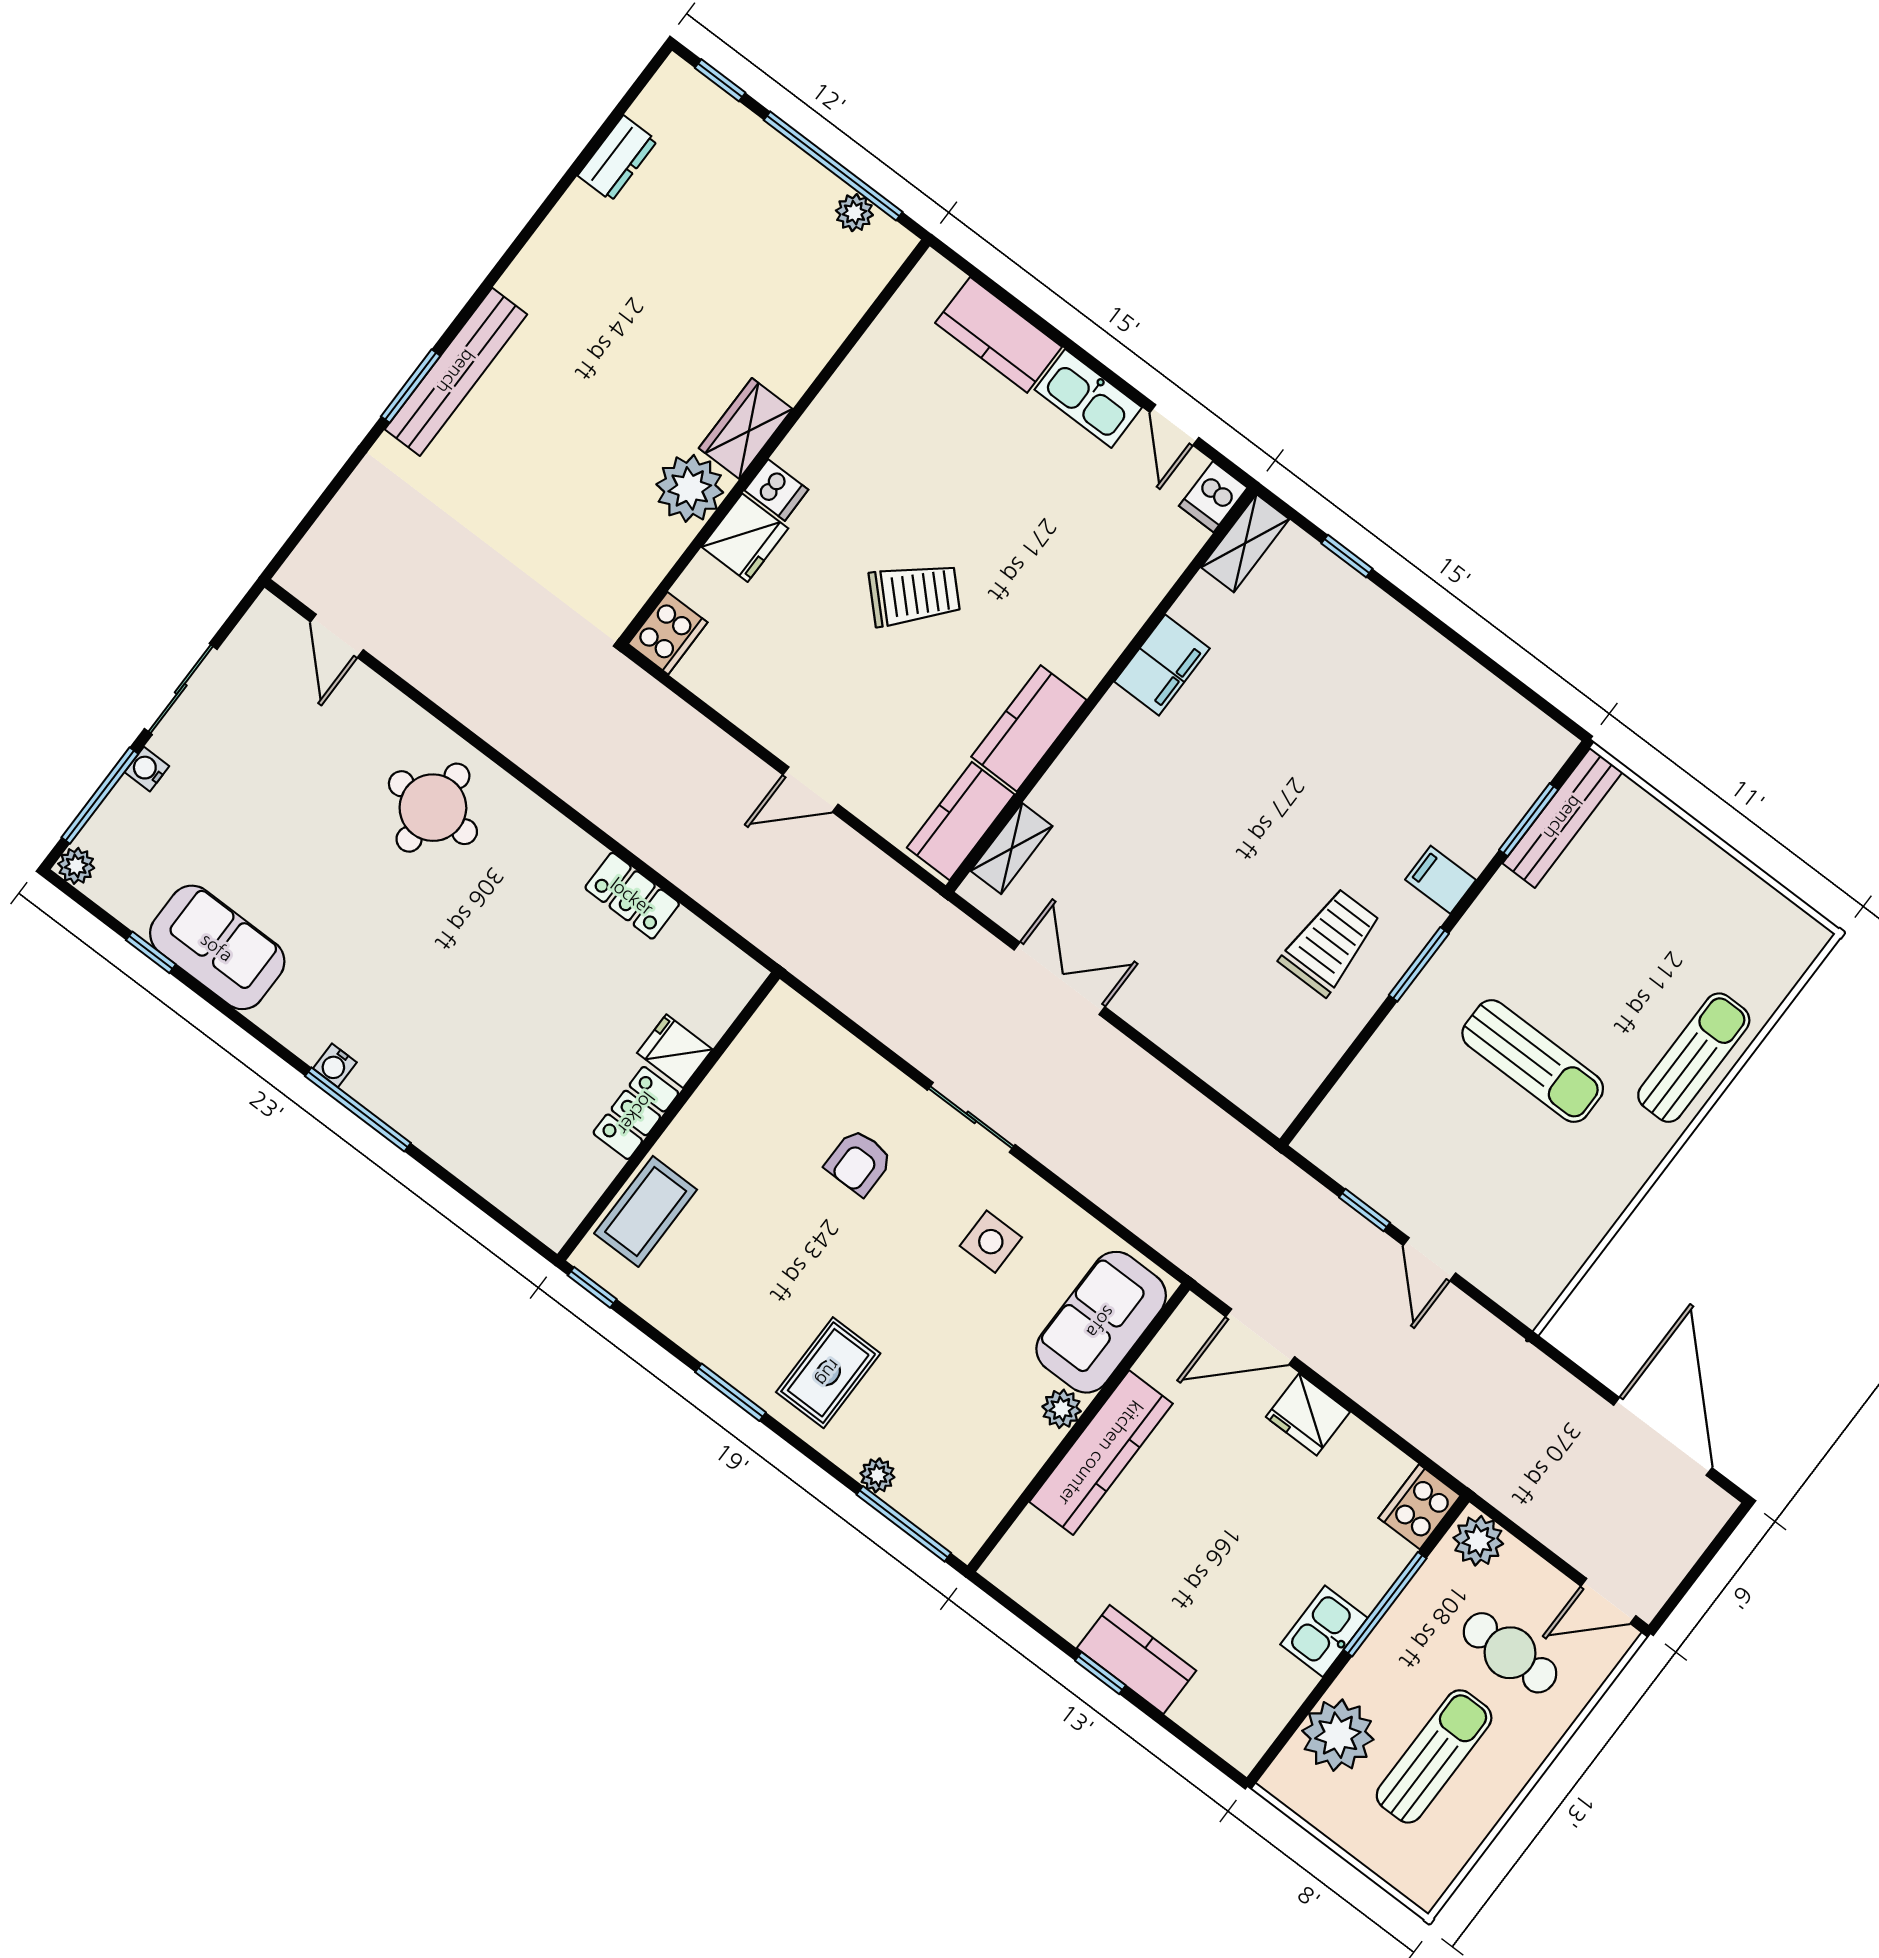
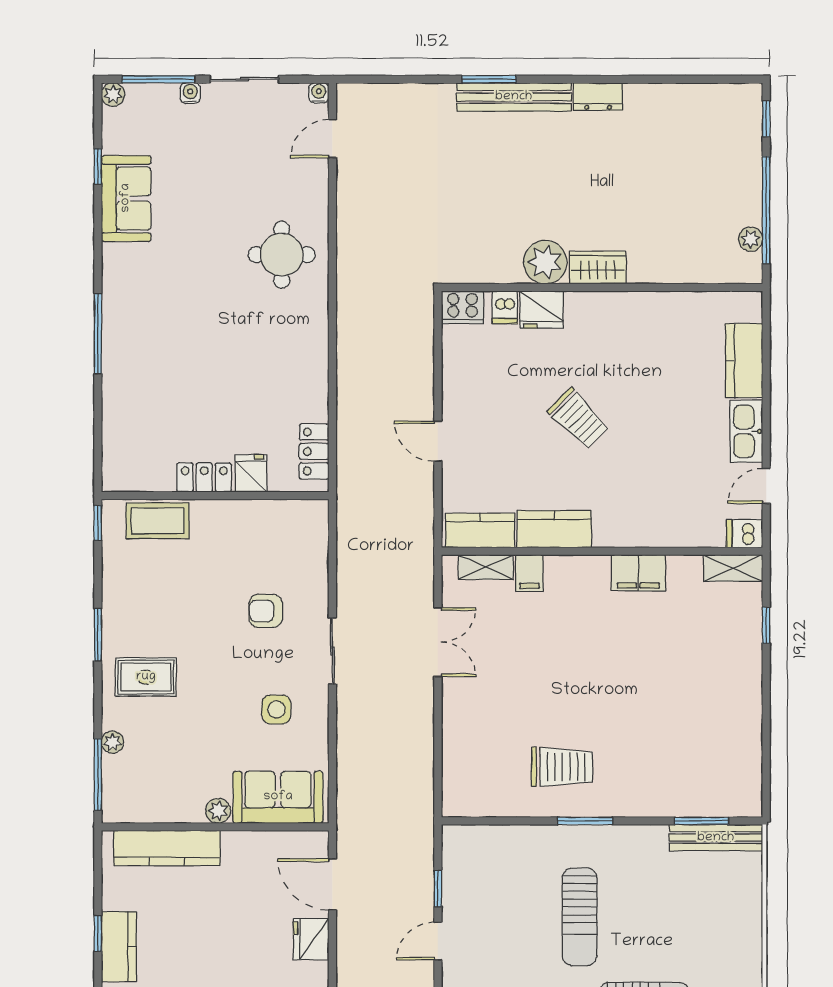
dresser: (617, 158) -> (598, 97), moved
dishwasher: (776, 490) -> (505, 307), moved
filing cabinet: (1441, 880) -> (529, 573), moved, turned 180
locker: (632, 896) -> (314, 451), moved
water cooler: (335, 1065) -> (319, 93), moved, turned 90
kitchen counter: (1101, 1453) -> (167, 848), moved

